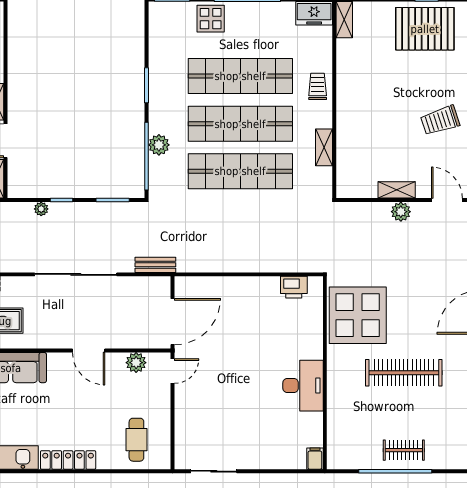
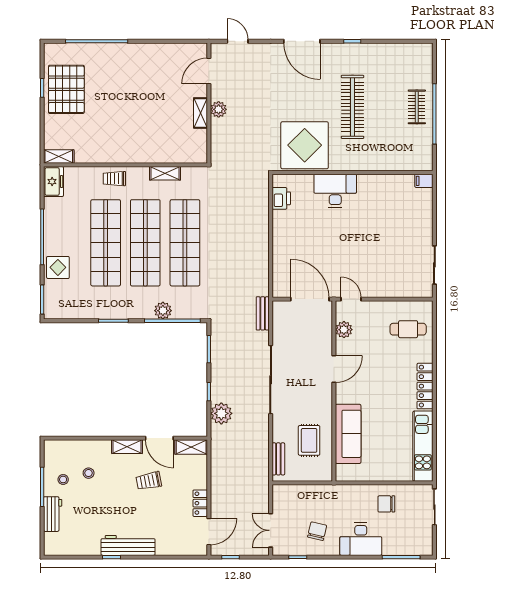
trolley: (440, 120) -> (143, 77), removed
plant: (41, 209) -> (221, 413), width x1.88, depth x1.88
desk: (303, 386) -> (335, 191), moved

